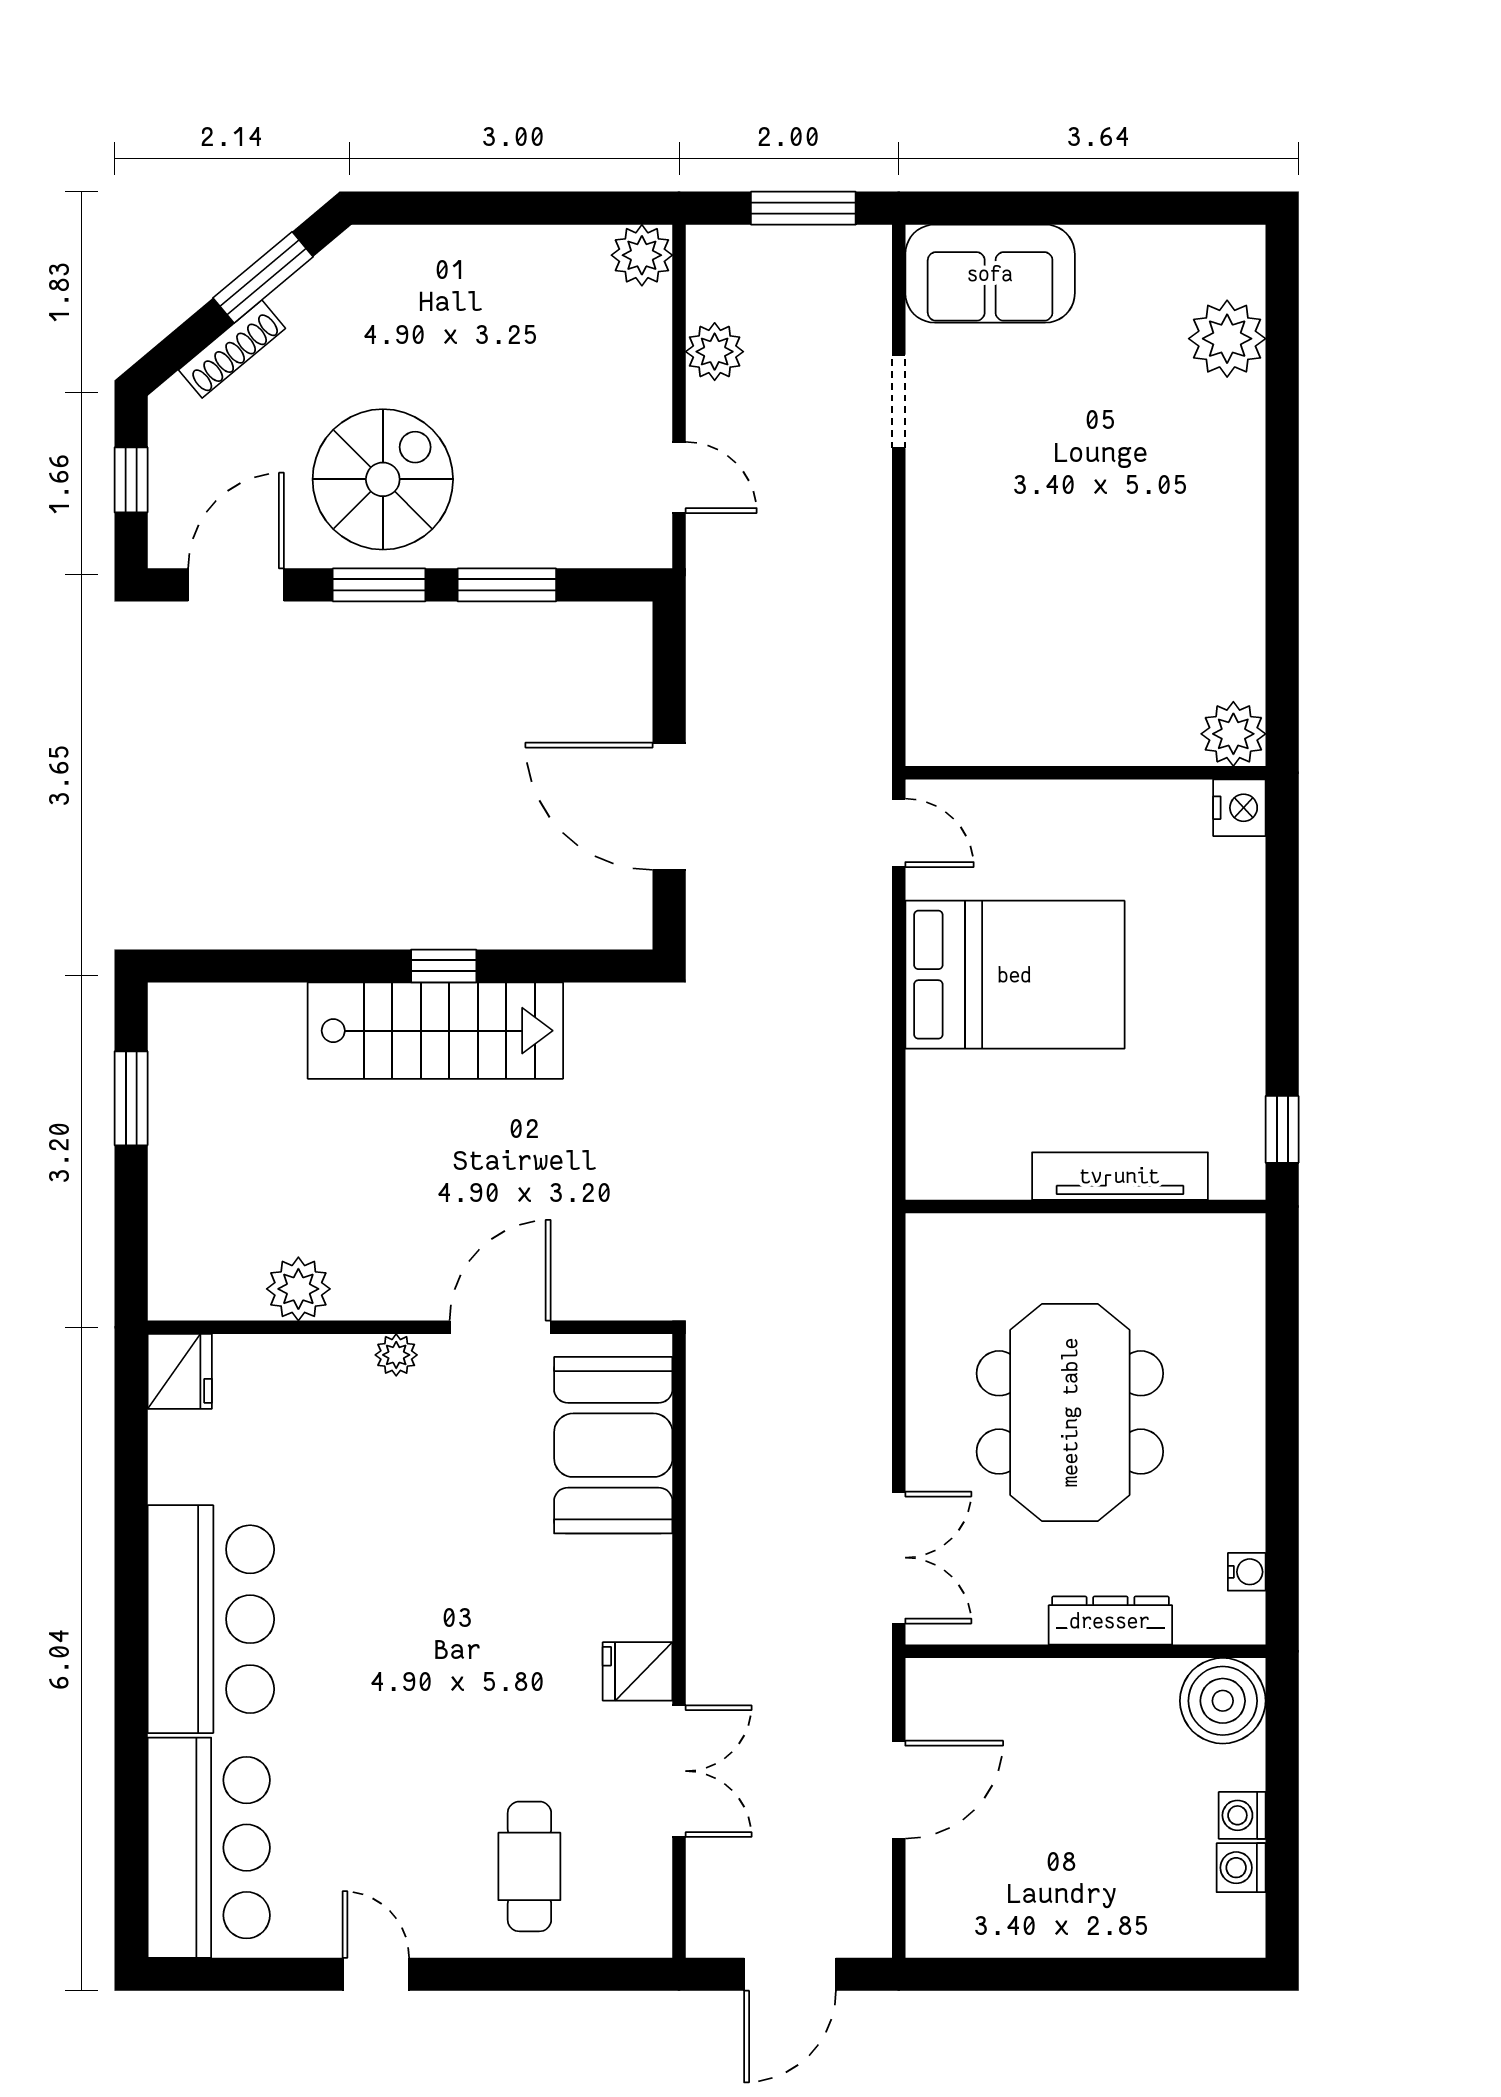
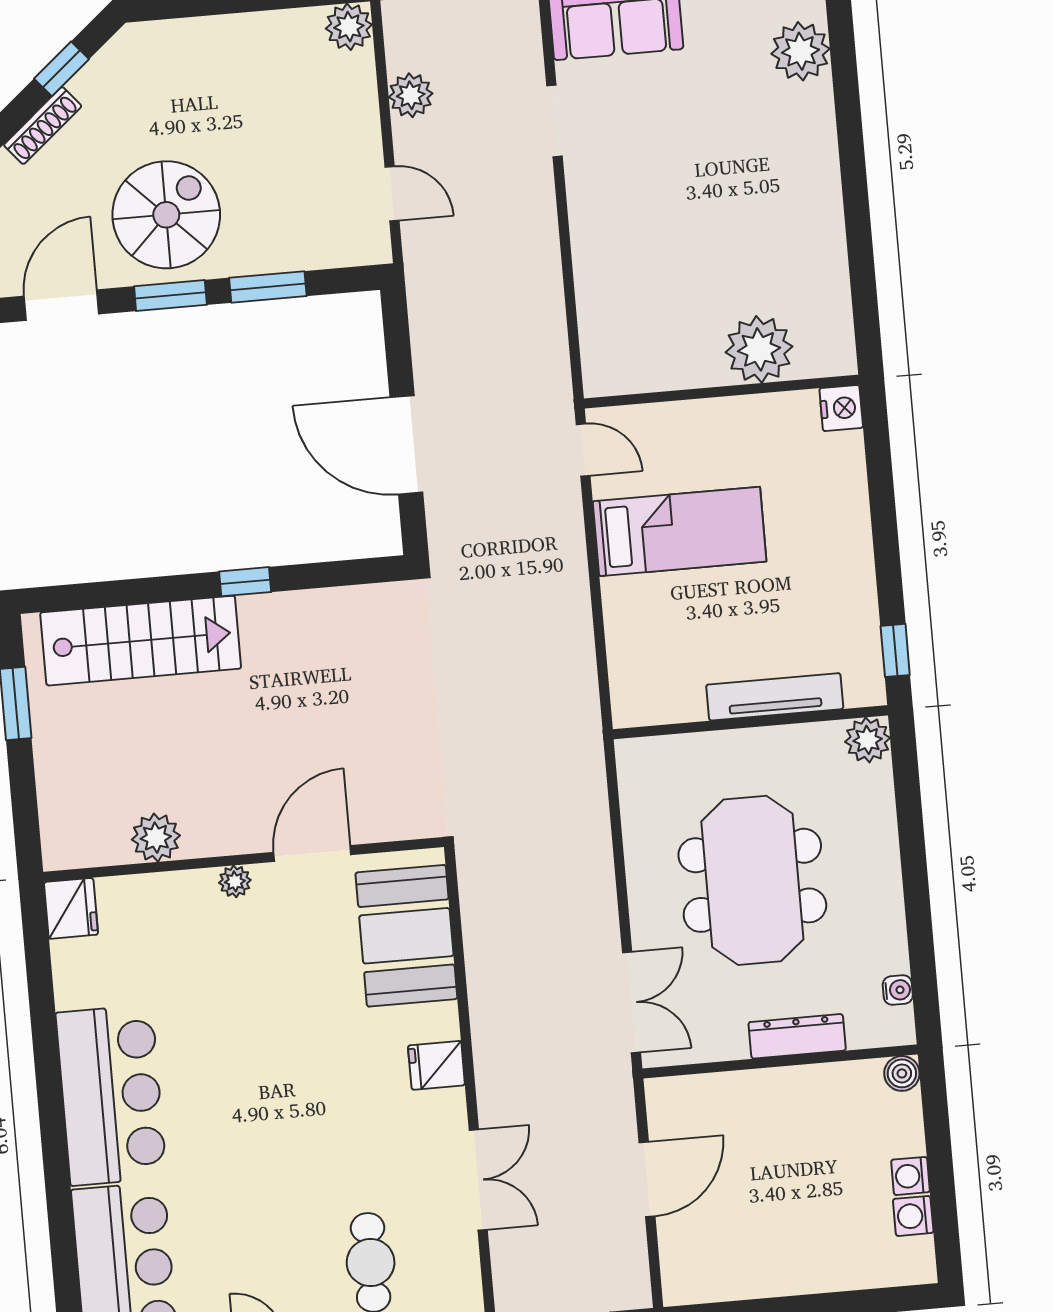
window: (263, 277) -> (61, 69), width x0.67
plant: (1233, 734) -> (759, 349), moved, width x1.36, depth x1.36
bed: (1015, 975) -> (680, 531), width x0.67
stairs: (435, 1031) -> (141, 641), moved
plant: (1236, 1243) -> (868, 740), added
fridge: (638, 1671) -> (436, 1065), moved
boiler: (1223, 1701) -> (902, 1073), width x0.54, depth x0.54

